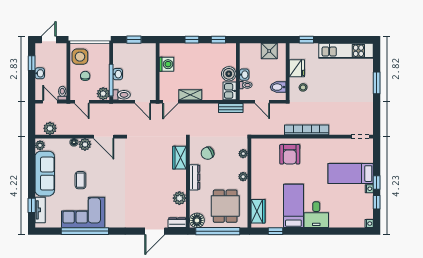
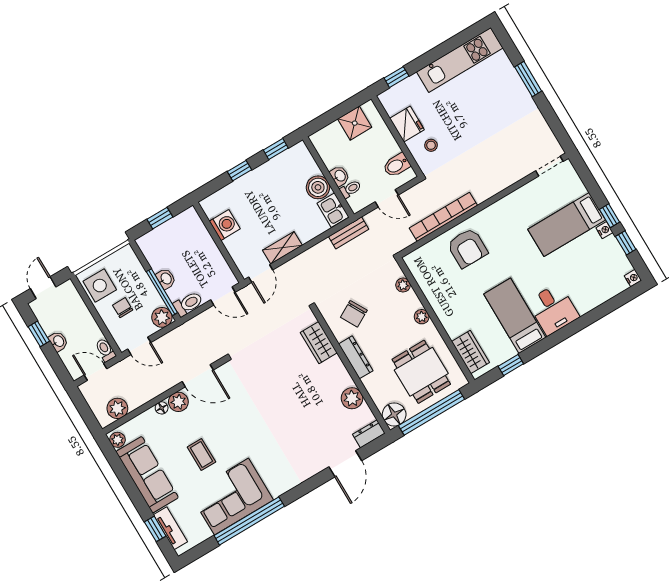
bookcase: (307, 130) -> (443, 217), moved

